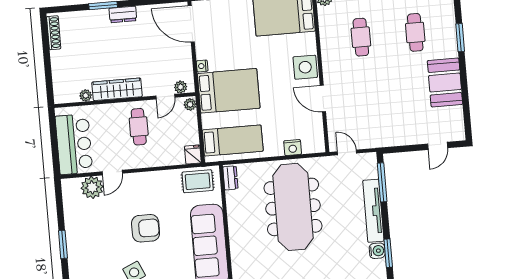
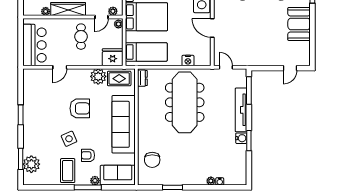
fridge: (193, 155) -> (113, 57), width x1.88, depth x1.34
plant: (92, 187) -> (98, 76), moved

